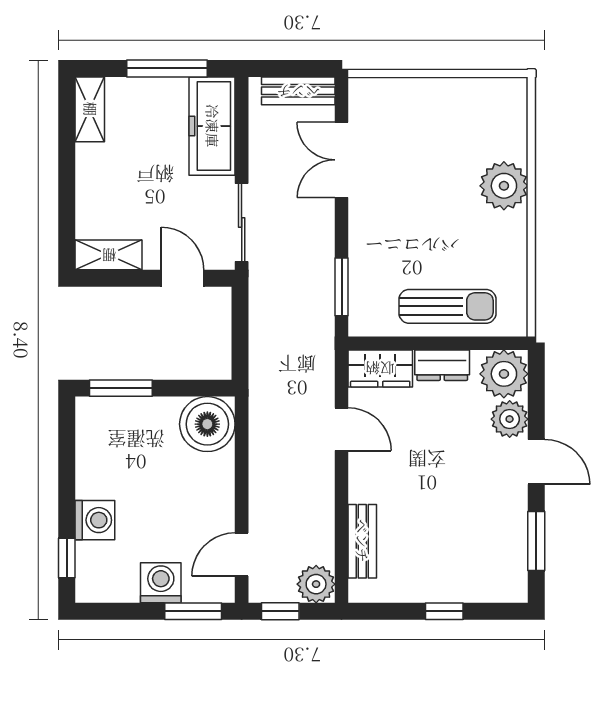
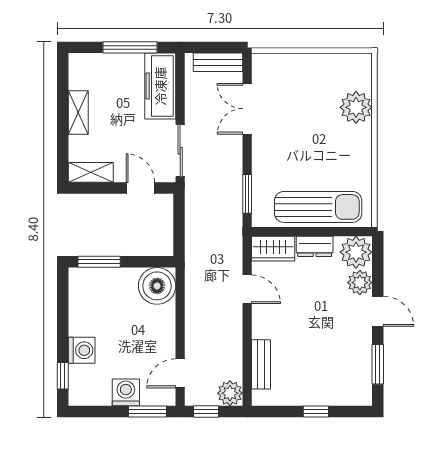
shelving: (90, 109) -> (78, 112), moved
plant: (504, 186) -> (356, 107), moved
sun lounger: (447, 306) -> (318, 207), width x1.36, depth x1.34

